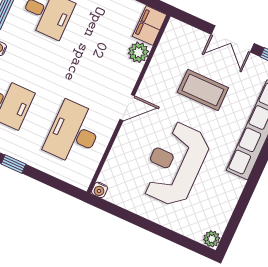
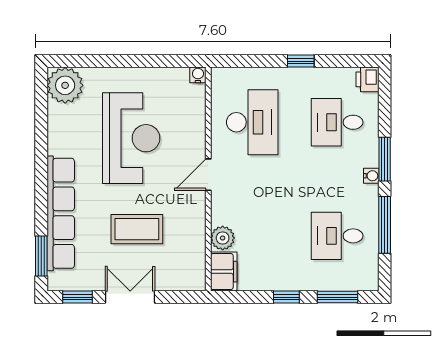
plant: (212, 239) -> (65, 85), width x1.87, depth x1.87

